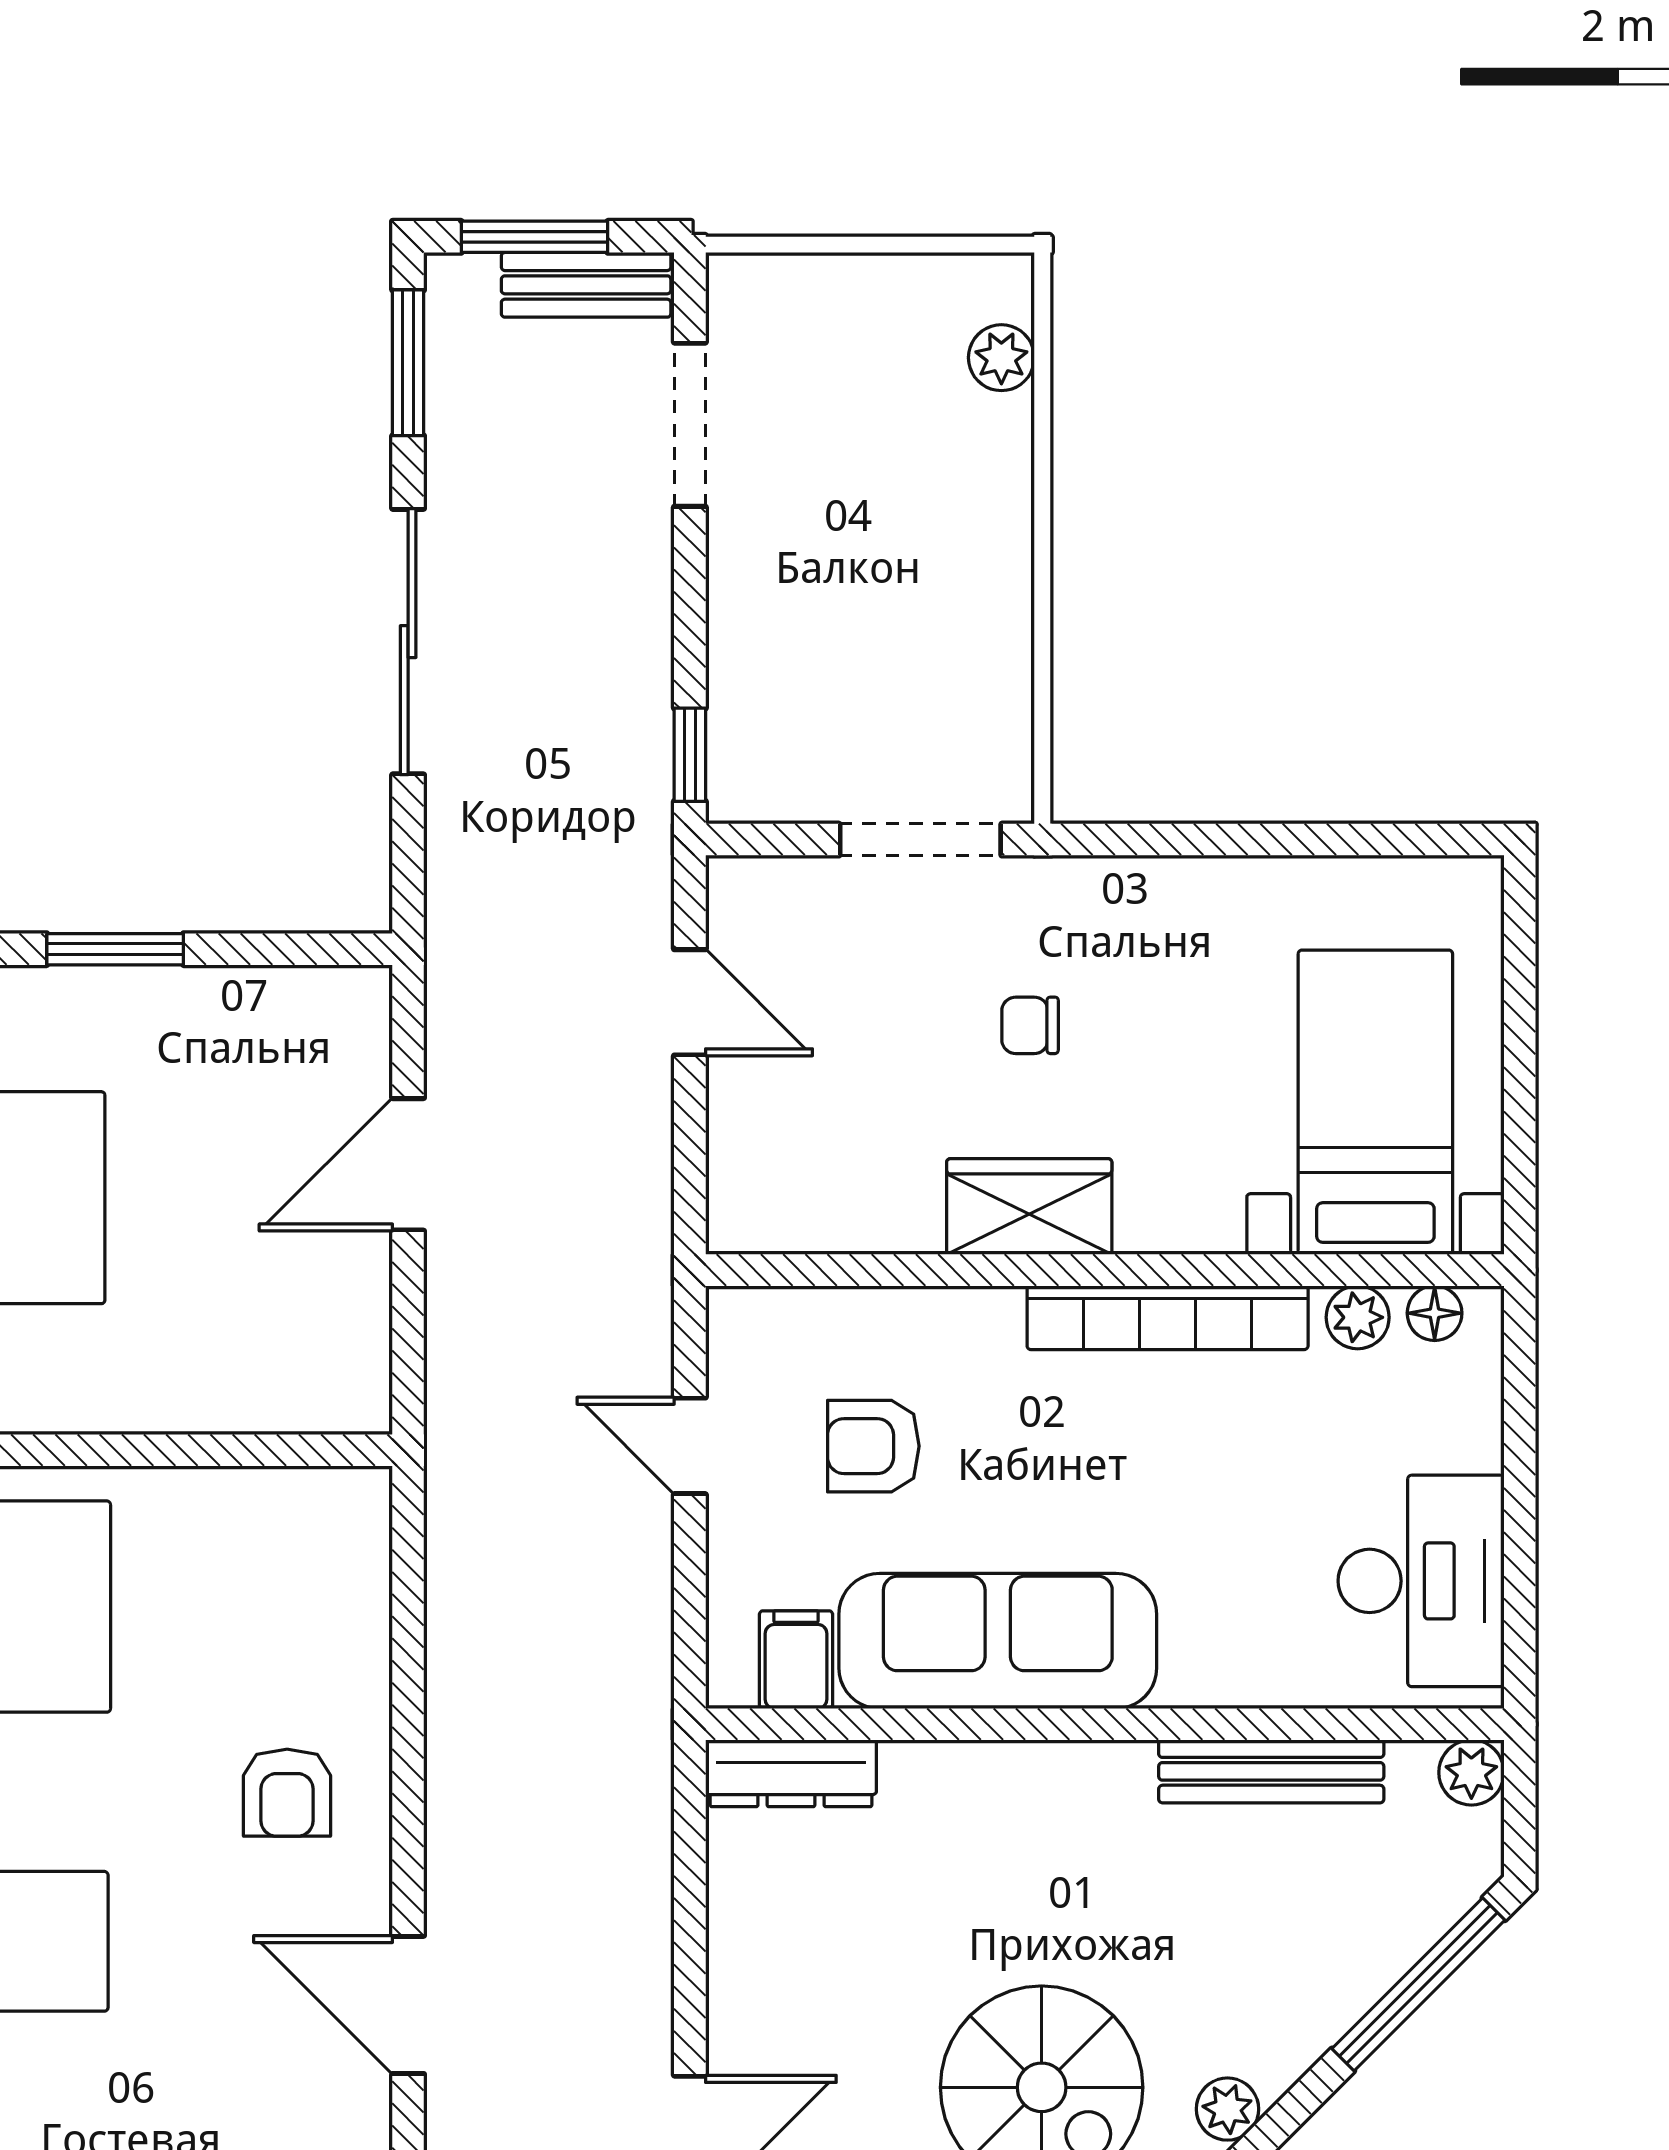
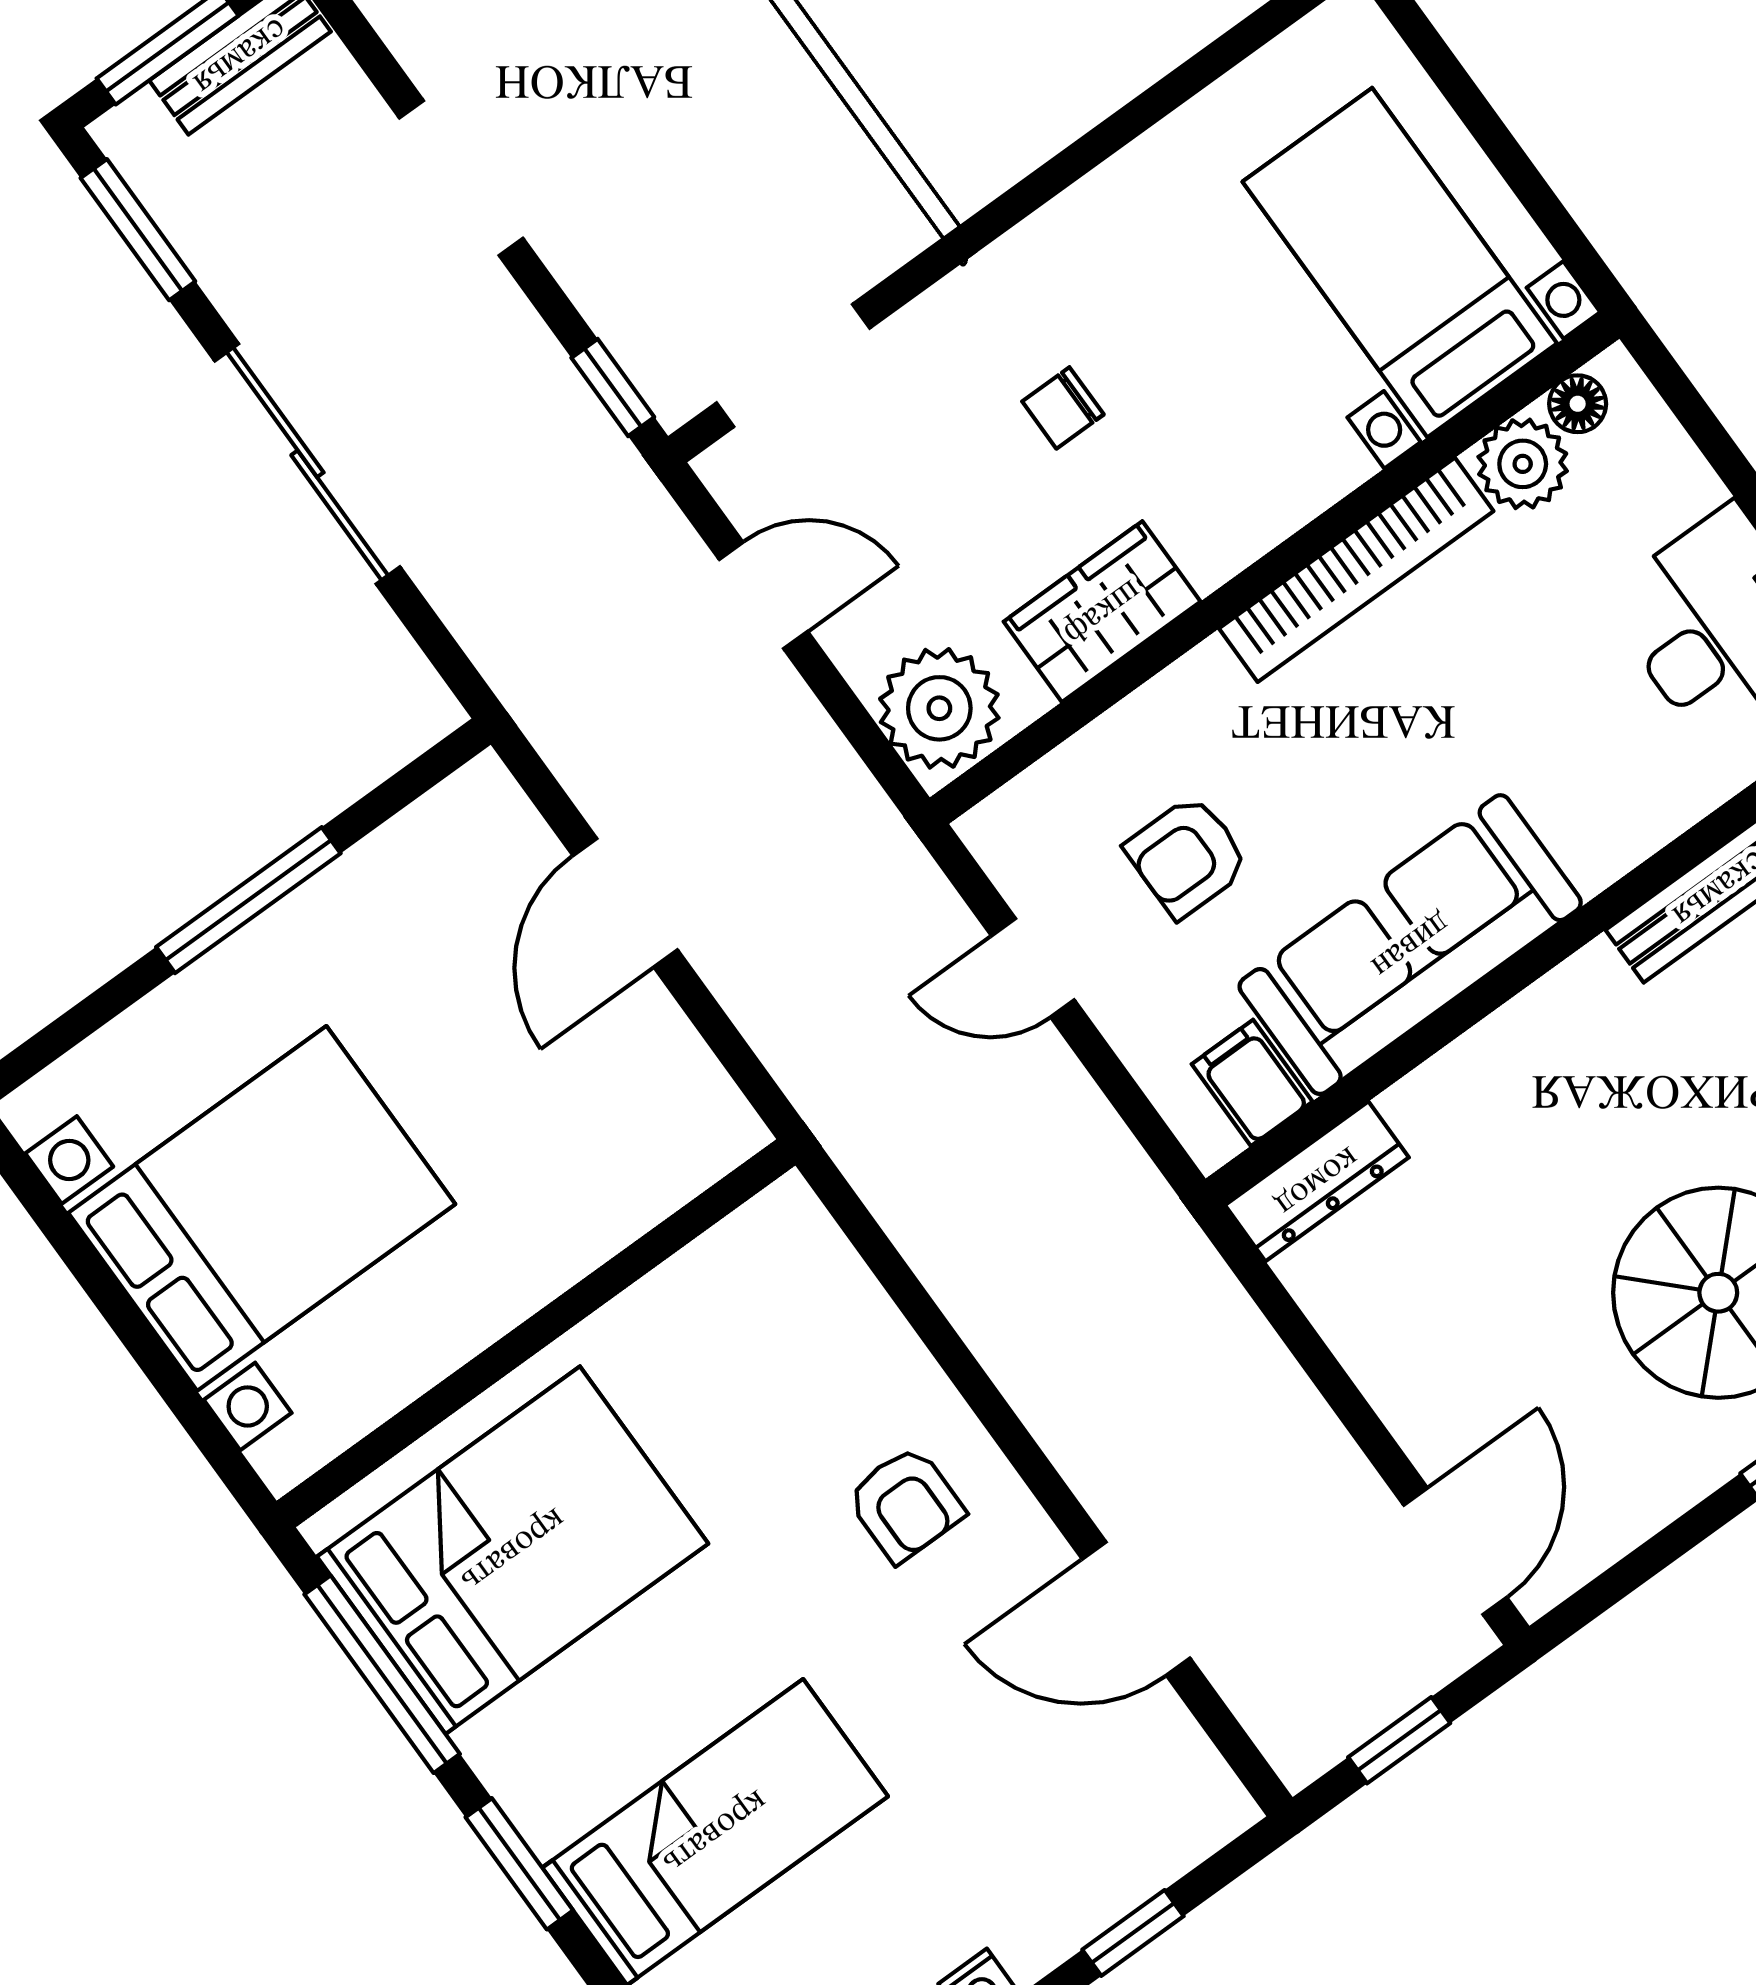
doorway: (690, 425) -> (461, 178), moved
doorway: (920, 840) -> (793, 366), moved
window: (115, 949) -> (248, 900), width x1.44
plant: (764, 1190) -> (939, 708), added
wardrobe: (1029, 1207) -> (1102, 612), moved
plant: (1358, 1317) -> (1523, 464), width x1.38, depth x1.38

